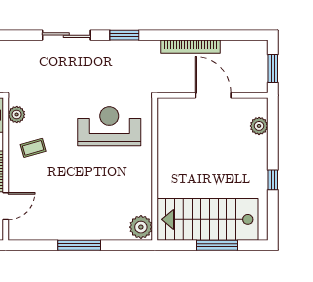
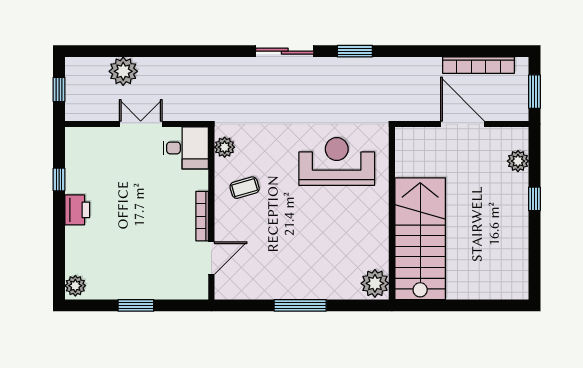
bookcase: (190, 47) -> (479, 65), moved
window: (273, 180) -> (535, 199), moved
stairs: (208, 219) -> (420, 239), moved, turned 90
window: (217, 245) -> (467, 305), removed

